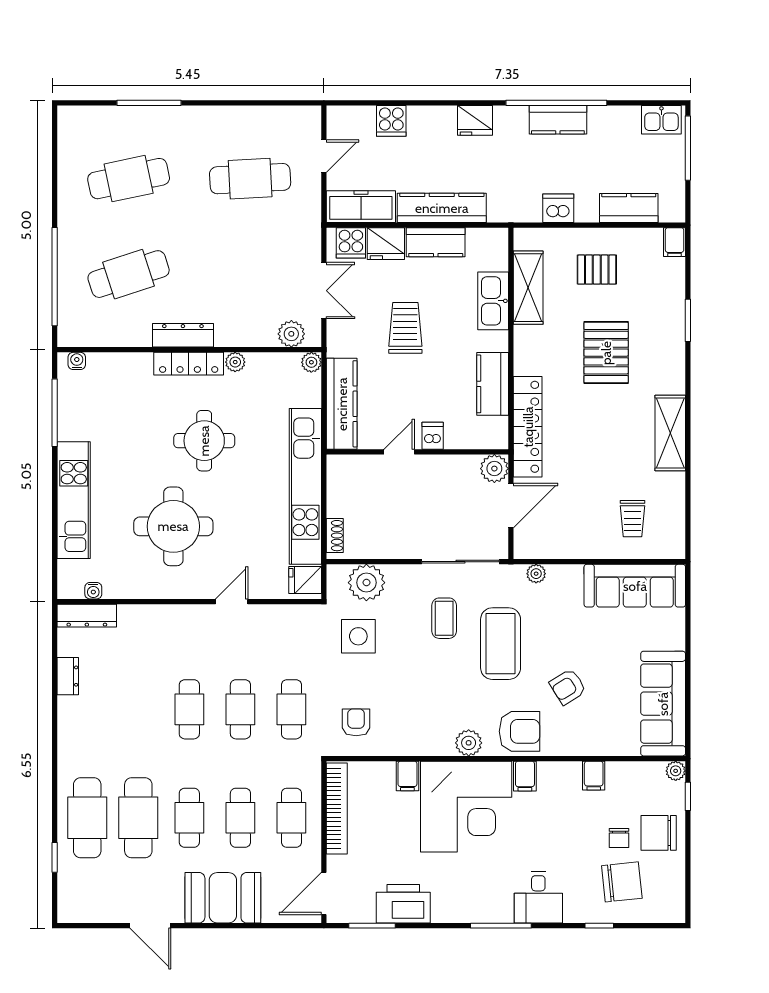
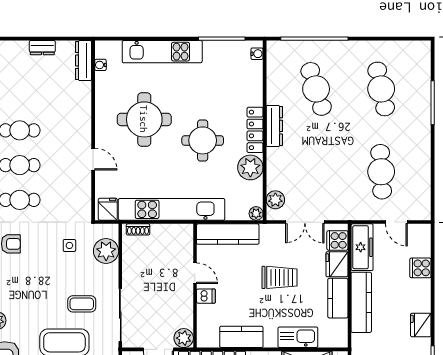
plant: (235, 362) -> (250, 167), width x1.88, depth x1.88
side table: (358, 636) -> (69, 245), width x0.54, depth x0.54

